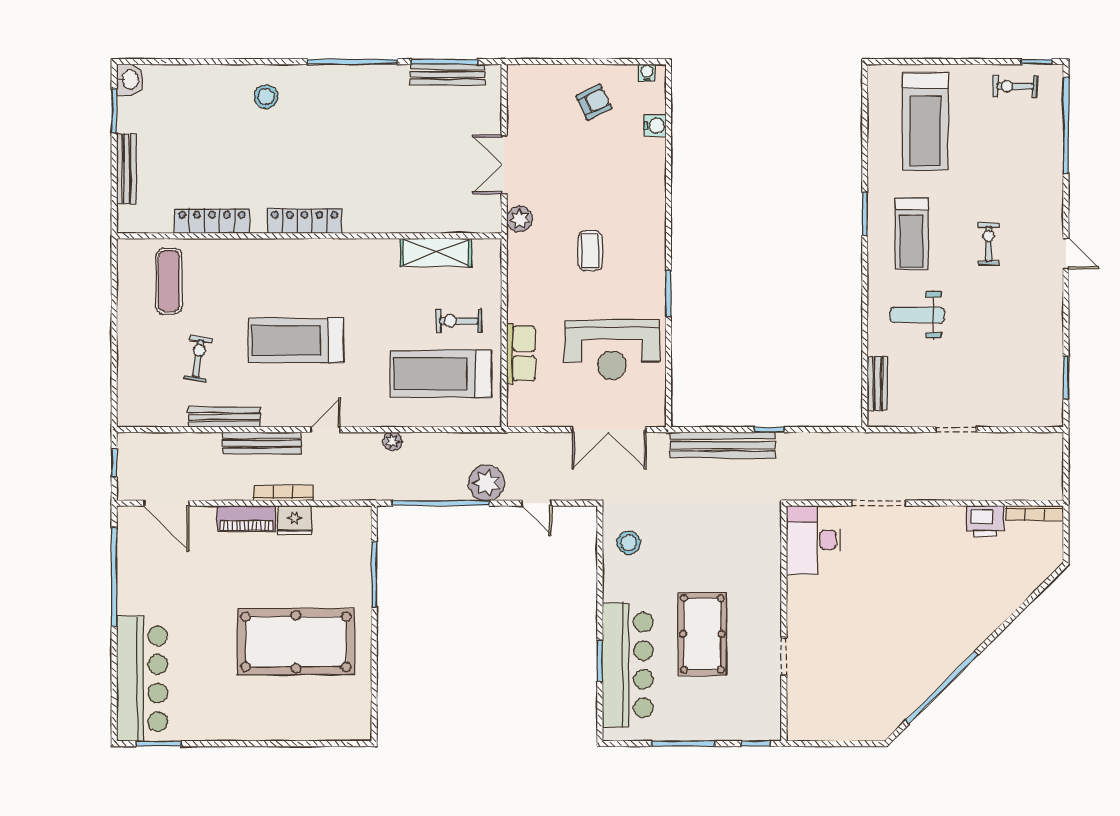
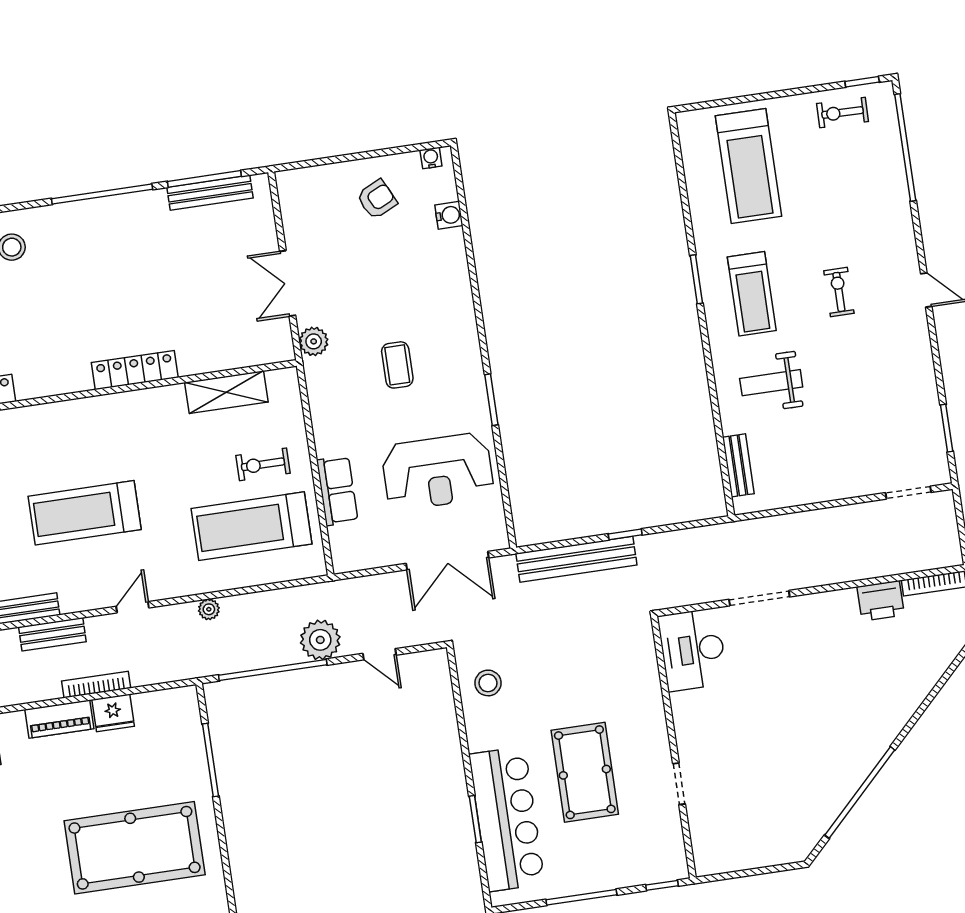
locker: (305, 221) -> (135, 370), moved
doorway: (956, 430) -> (908, 493), moved
bench: (262, 443) -> (52, 634), width x0.73

